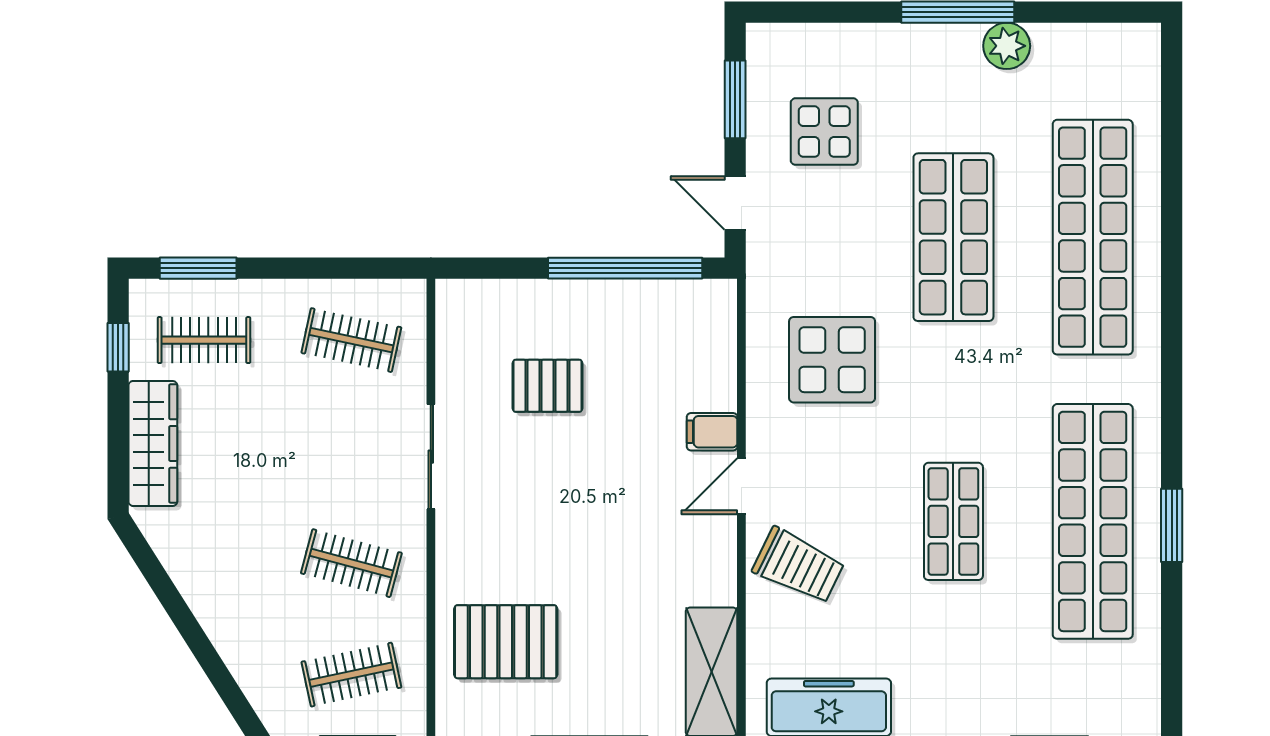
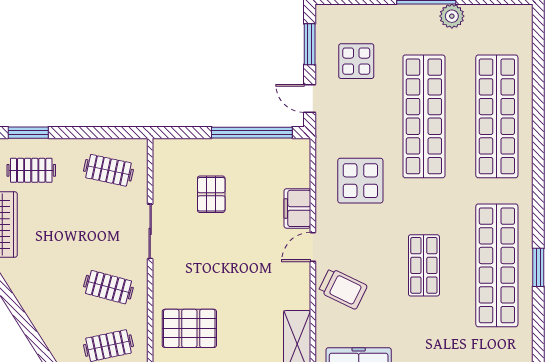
shop shelf: (953, 237) -> (424, 116), width x1.40
pallet: (548, 386) -> (211, 194), turned 90
filing cabinet: (712, 432) -> (297, 208), width x2.00

